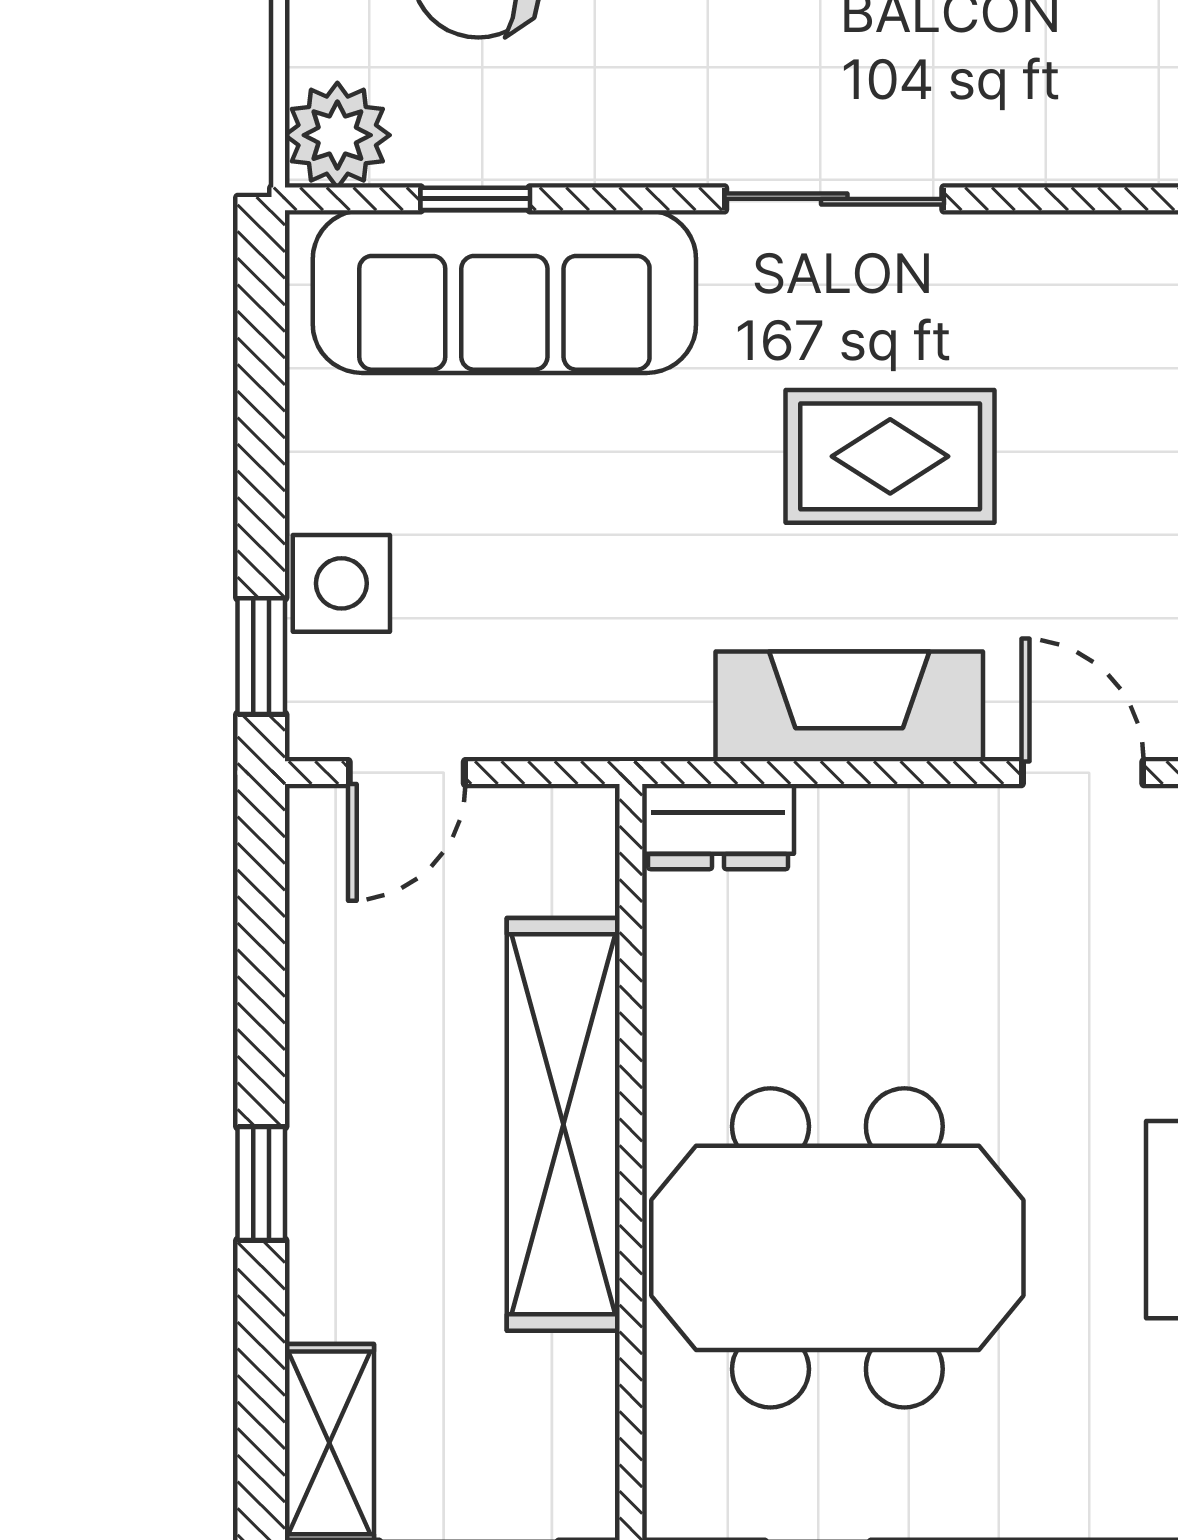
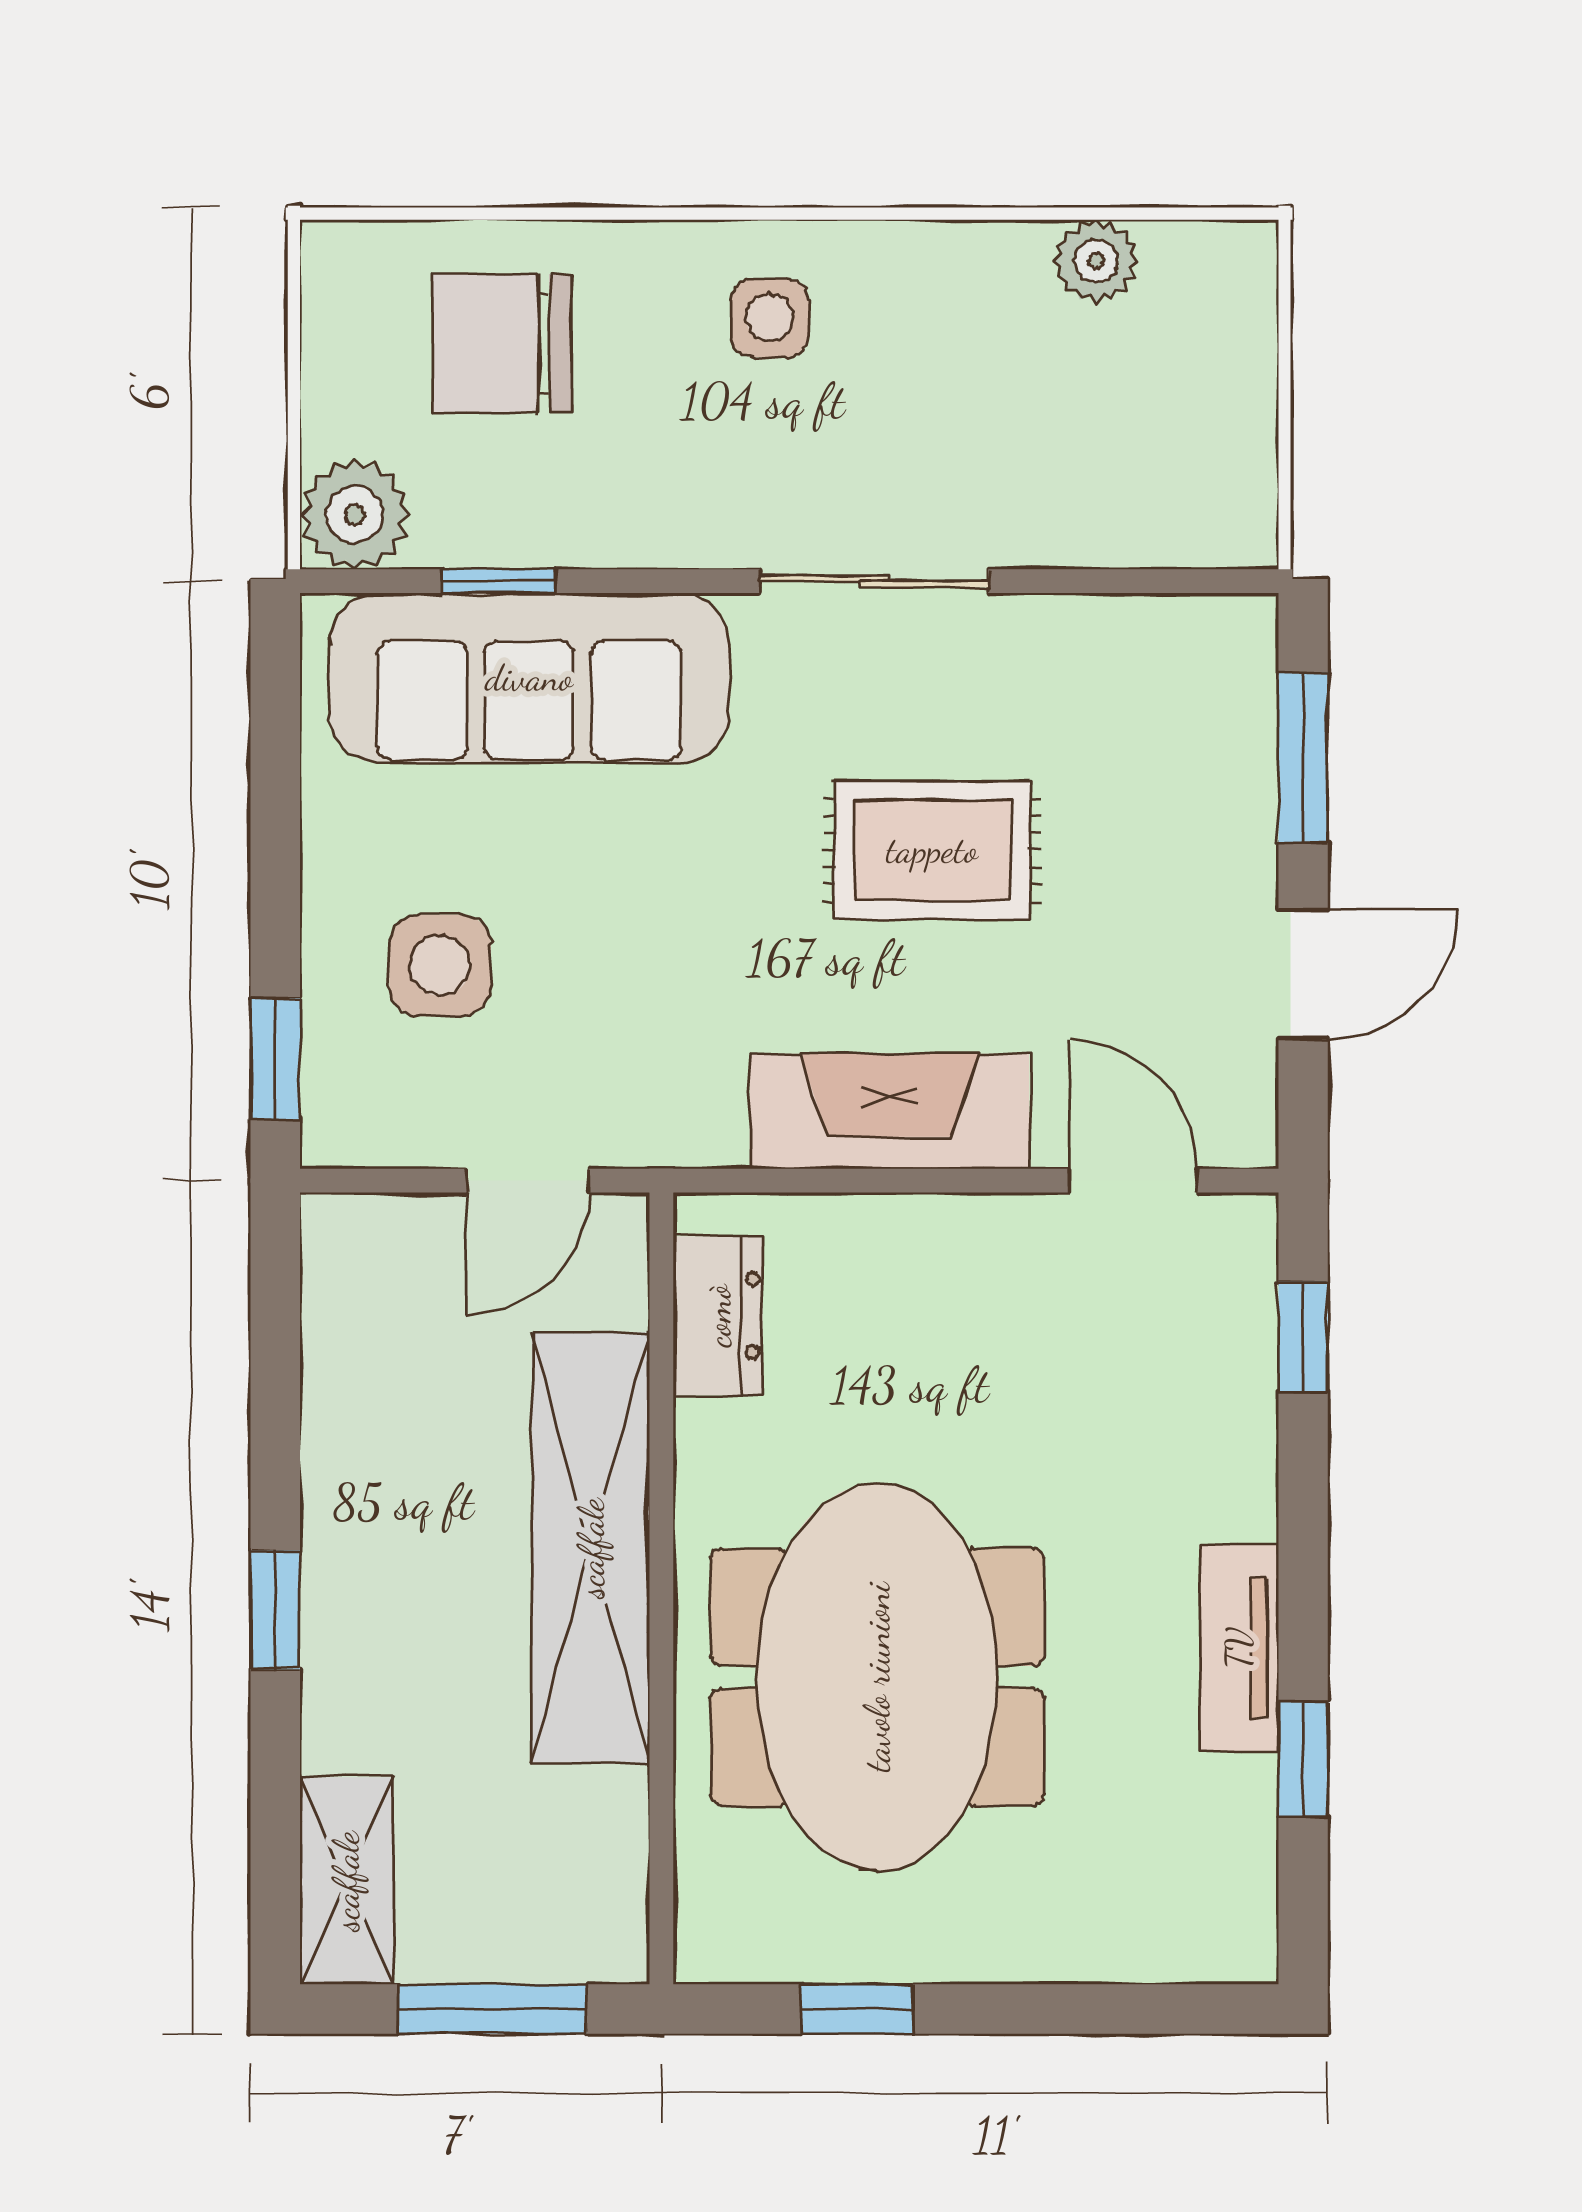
side table: (341, 583) -> (440, 965), moved
door: (407, 773) -> (528, 1181), moved
dresser: (718, 827) -> (718, 1316), moved, turned -90
meeting table: (837, 1248) -> (877, 1677), turned 90

